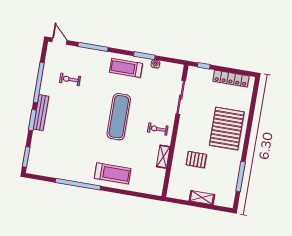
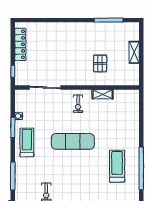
treadmill: (126, 68) -> (27, 142), turned 180
pallet: (227, 128) -> (67, 40), removed
treadmill: (113, 173) -> (117, 166), moved

